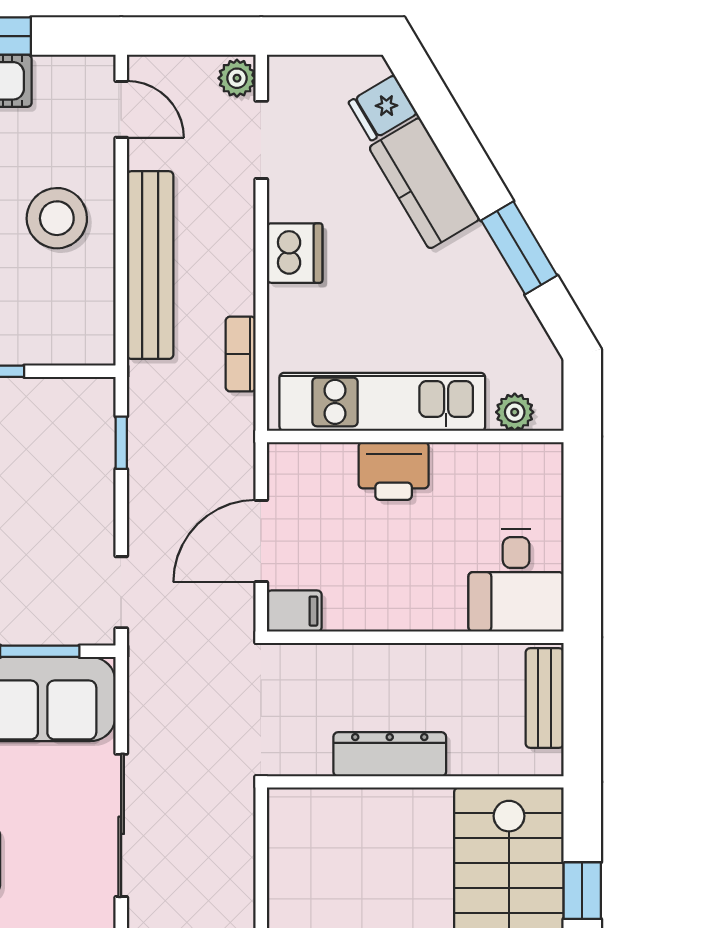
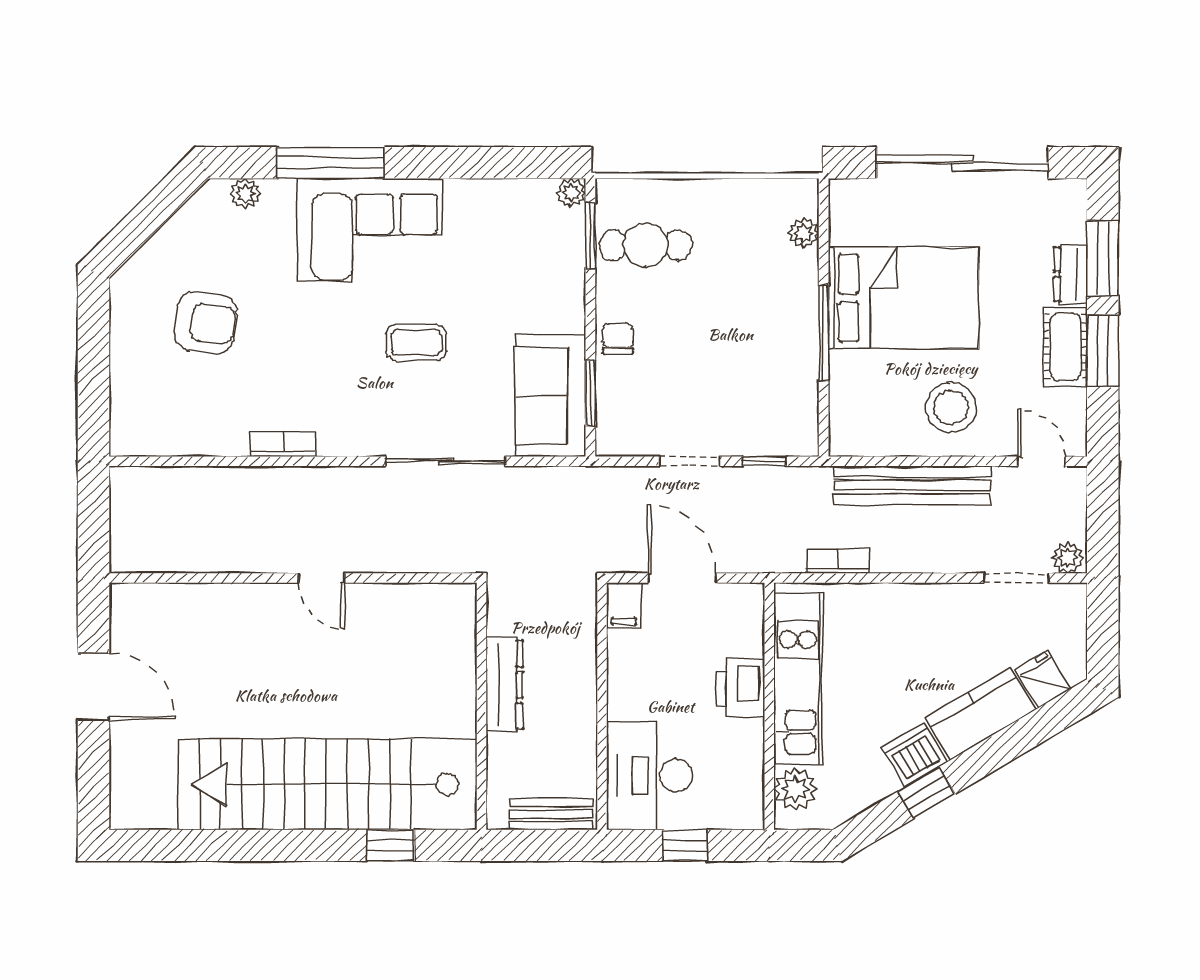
door: (121, 109) -> (1042, 461), swing flipped
window: (519, 248) -> (926, 793), width x0.67
dishwasher: (295, 253) -> (914, 755), moved, turned 149
plant: (515, 412) -> (795, 789), width x1.38, depth x1.38
window: (582, 538) -> (685, 845), added
desk: (516, 580) -> (649, 775), width x1.37
doorway: (121, 592) -> (690, 461), moved

